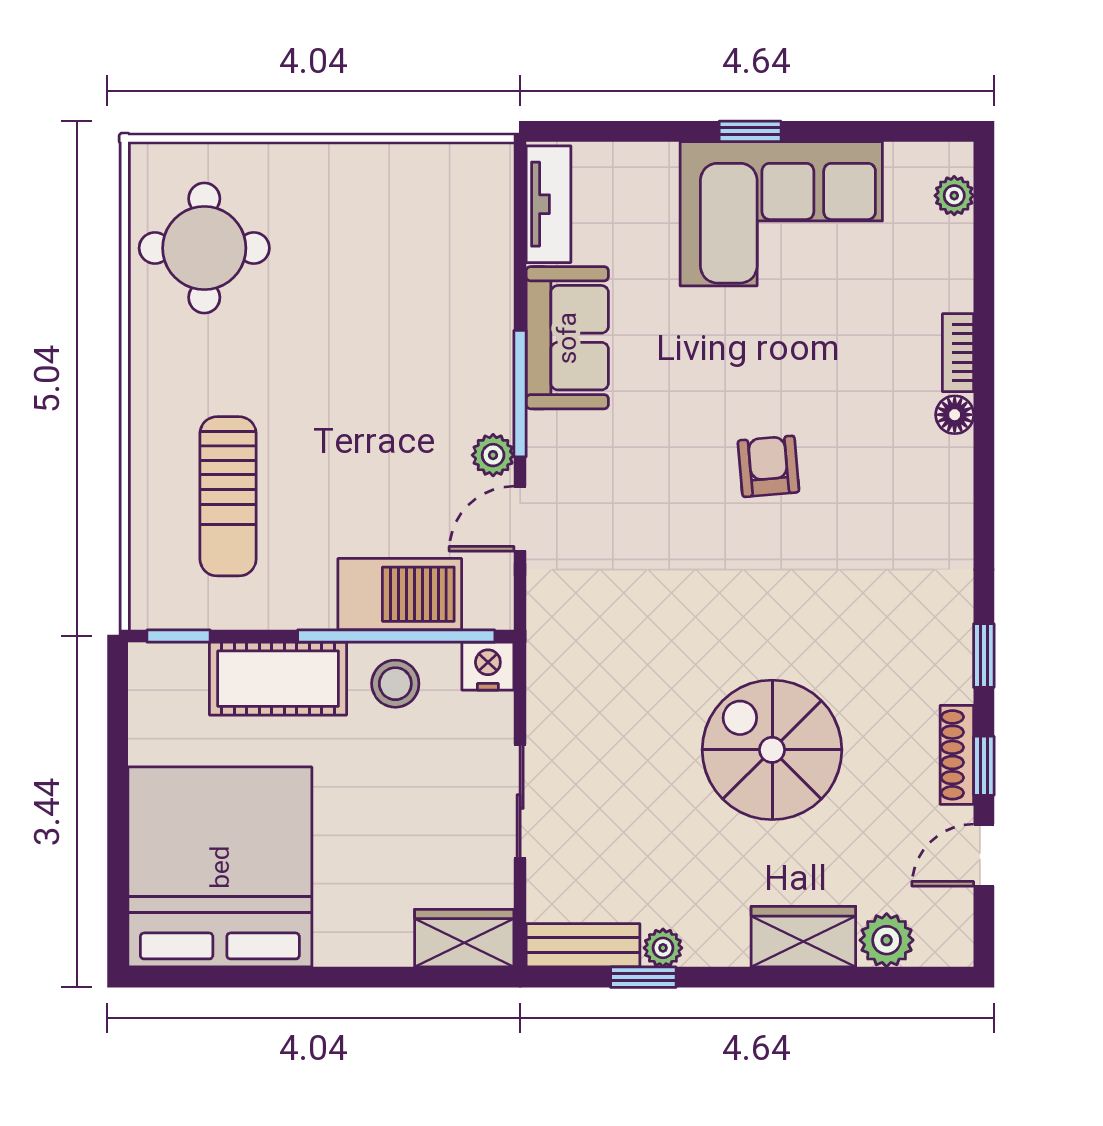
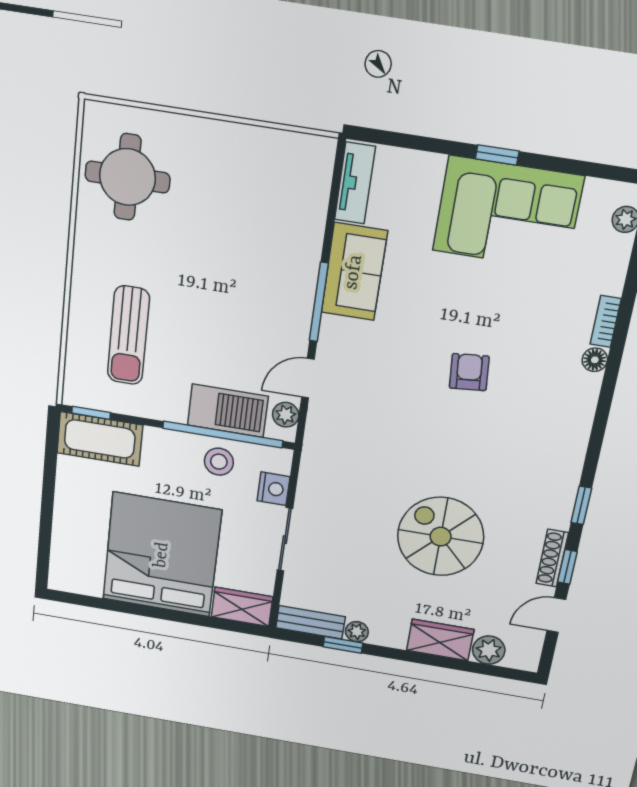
plant: (493, 455) -> (286, 415), moved
nightstand: (488, 666) -> (274, 489), moved, turned 90
cot: (278, 679) -> (100, 439), moved
bed: (220, 867) -> (162, 555), moved

